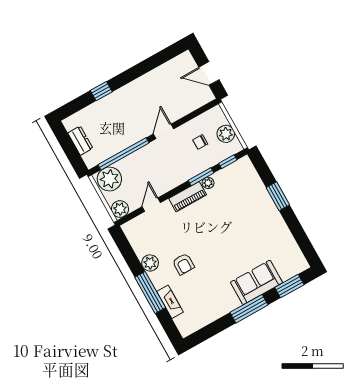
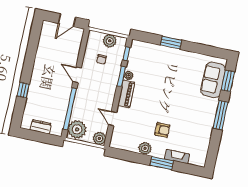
sofa: (257, 282) -> (213, 80), moved
window: (150, 292) -> (162, 163), width x0.69

